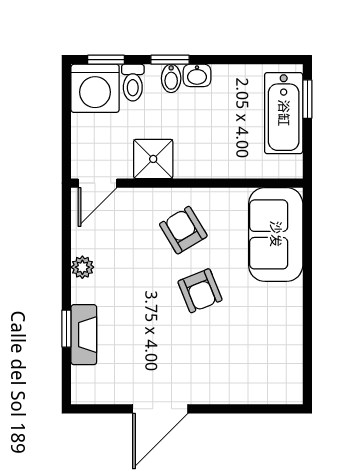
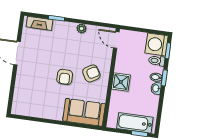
shower: (153, 159) -> (121, 82), moved
armchair: (200, 291) -> (65, 77), turned -68
fireplace: (84, 335) -> (39, 23), moved

